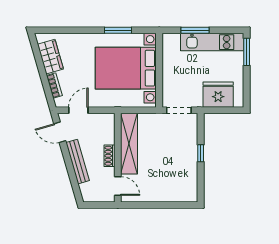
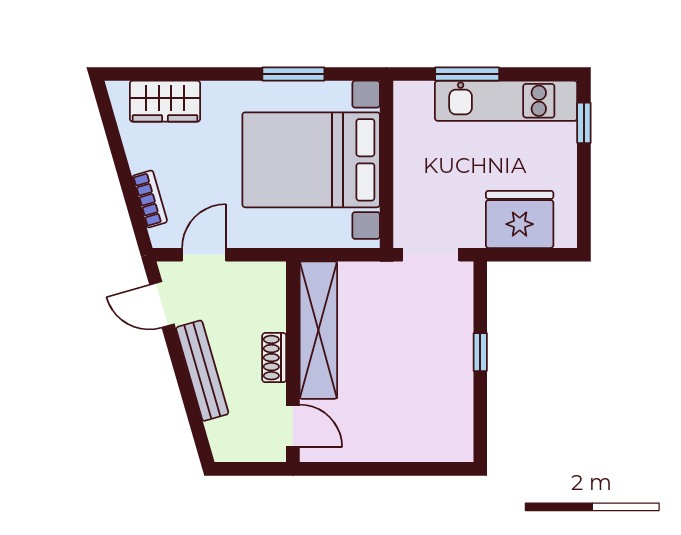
window: (247, 52) -> (584, 123), width x0.67
wardrobe: (50, 57) -> (165, 101), moved, turned 106

